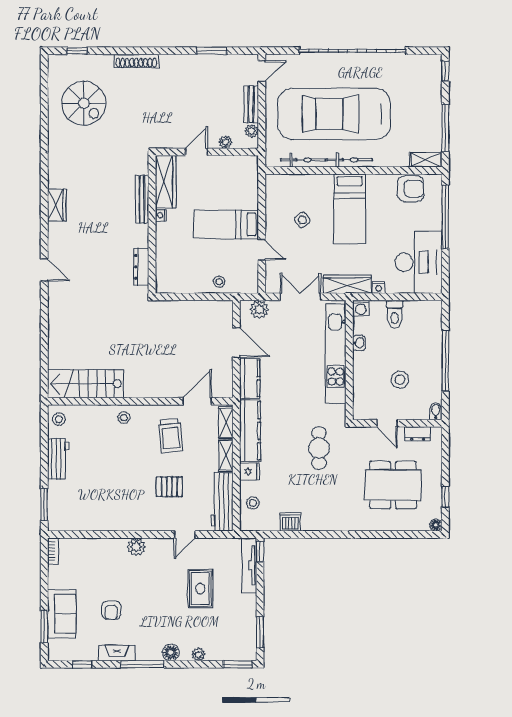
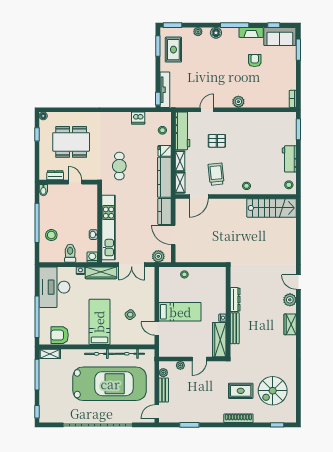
spiral stairs: (84, 103) -> (273, 391), turned -90
rug: (133, 103) -> (241, 391), added
plant: (57, 243) -> (290, 300), added
door: (262, 250) -> (157, 329), moved
dresser: (141, 267) -> (235, 300), moved
stool: (400, 380) -> (51, 235), moved
rug: (200, 589) -> (173, 50), moved
sofa: (62, 614) -> (280, 37), moved, turned -90

